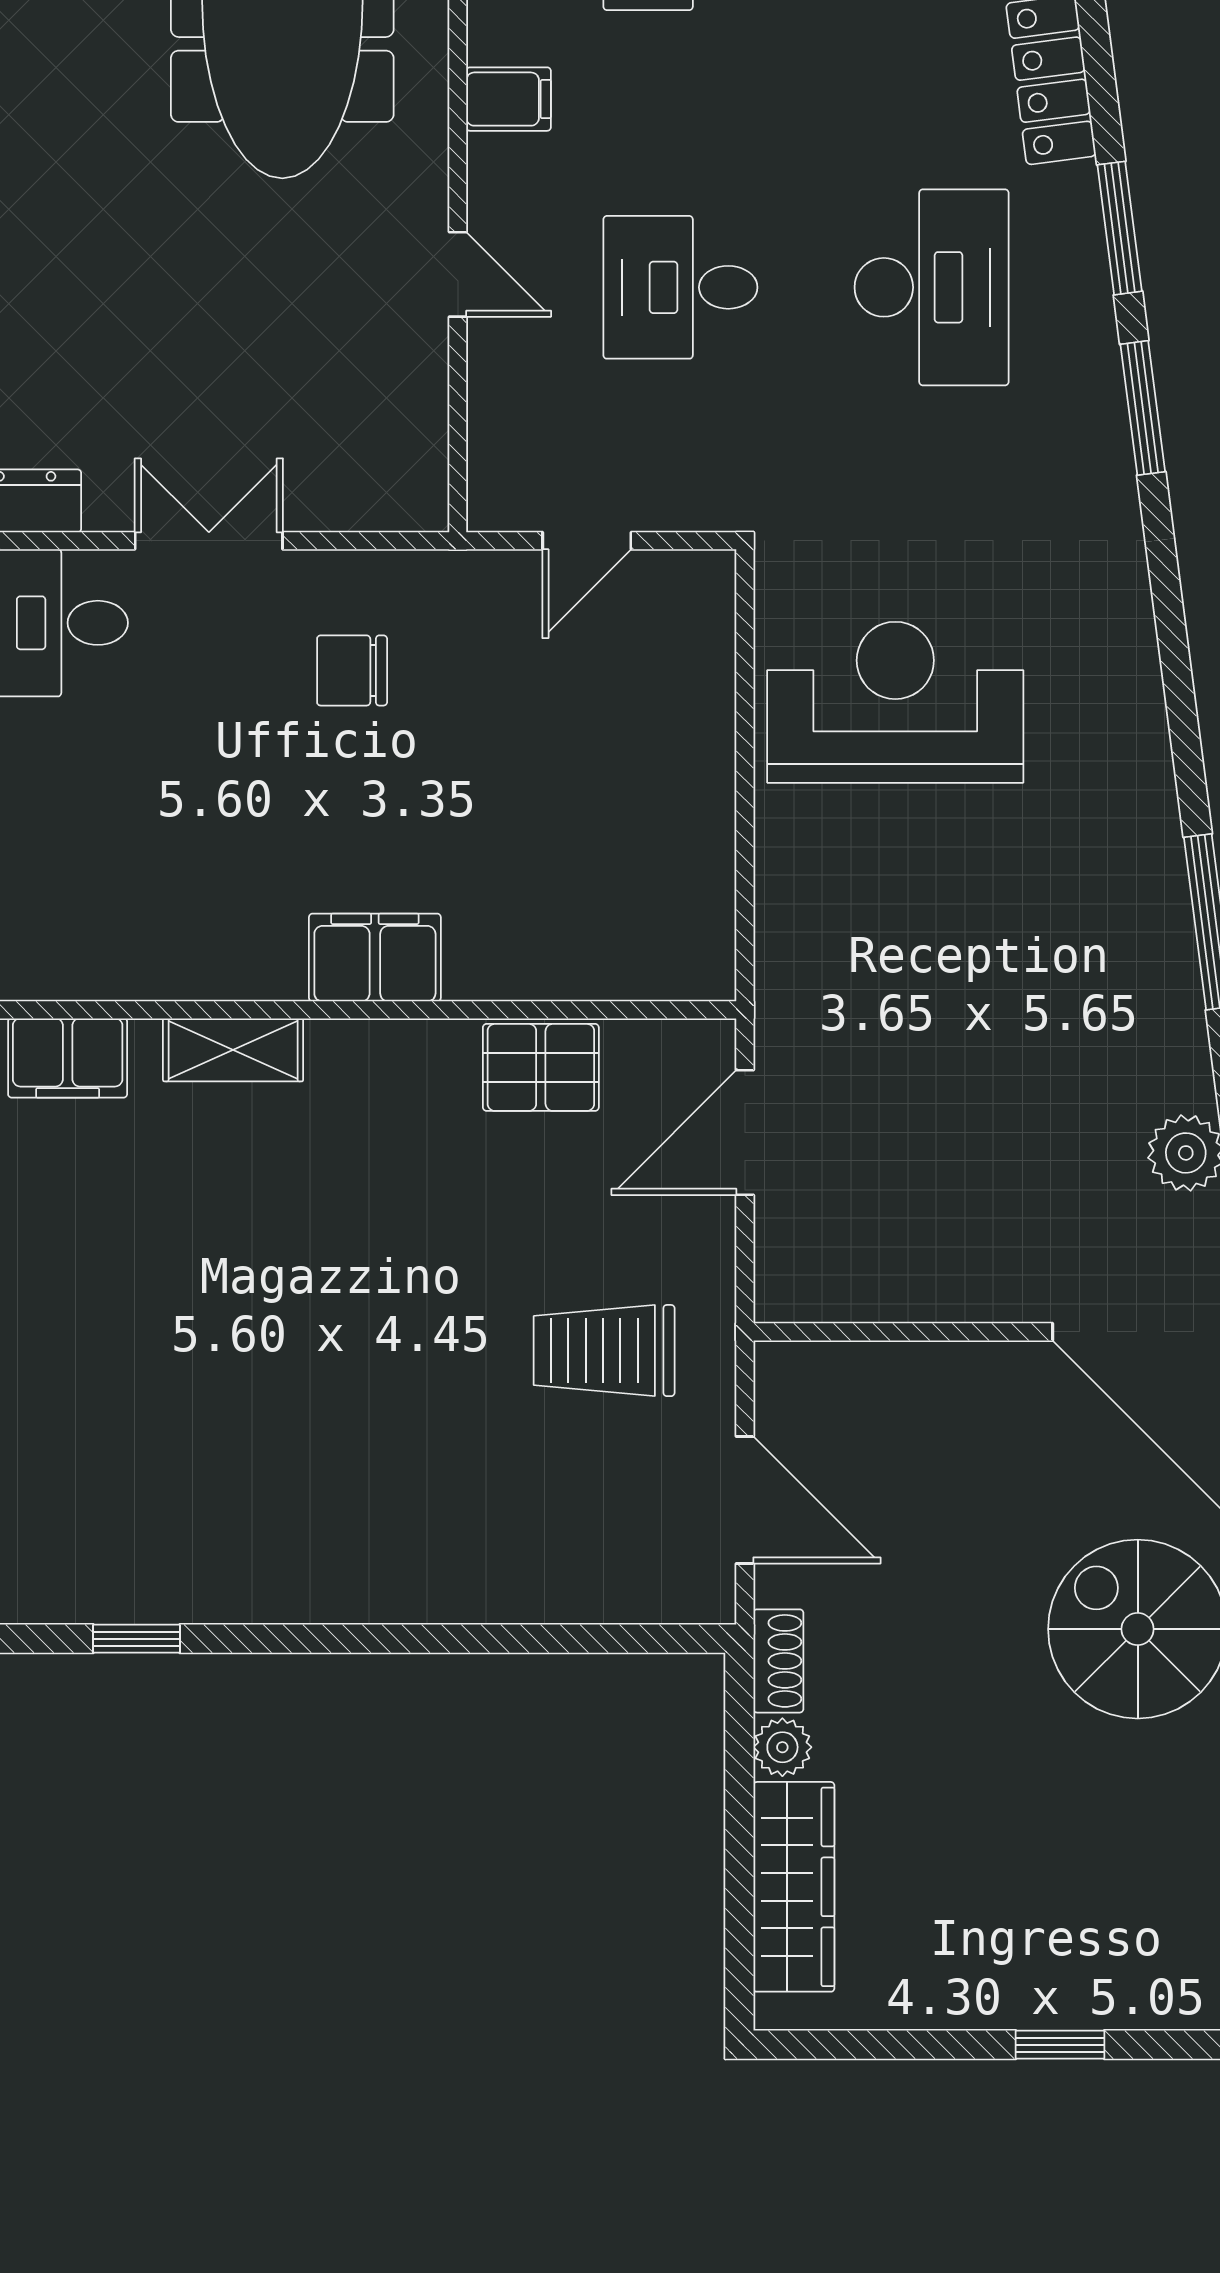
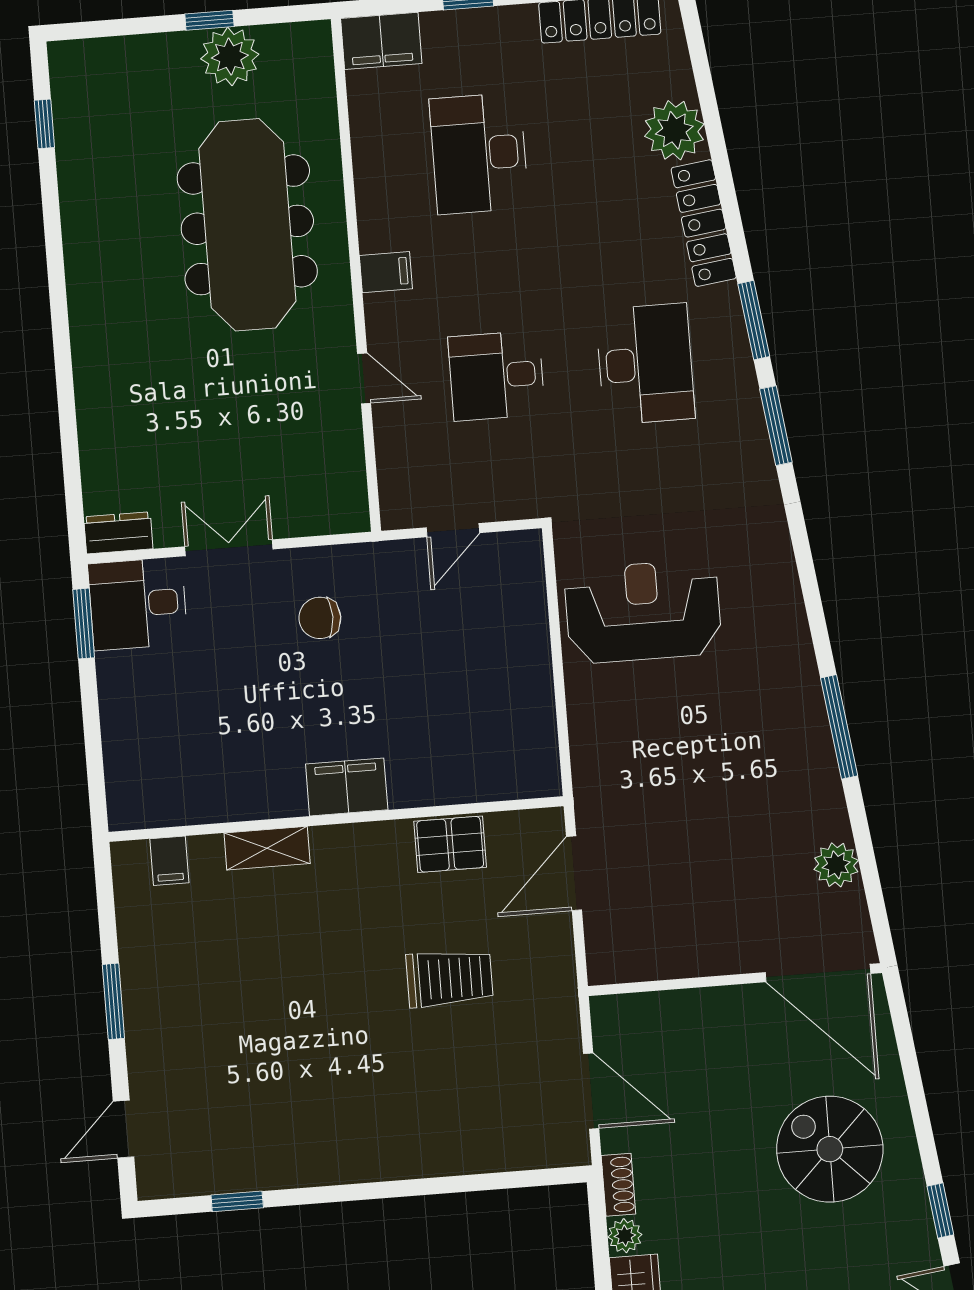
filing cabinet: (68, 1058) -> (169, 861), width x0.50
trolley: (604, 1351) -> (450, 978), moved, turned 180

